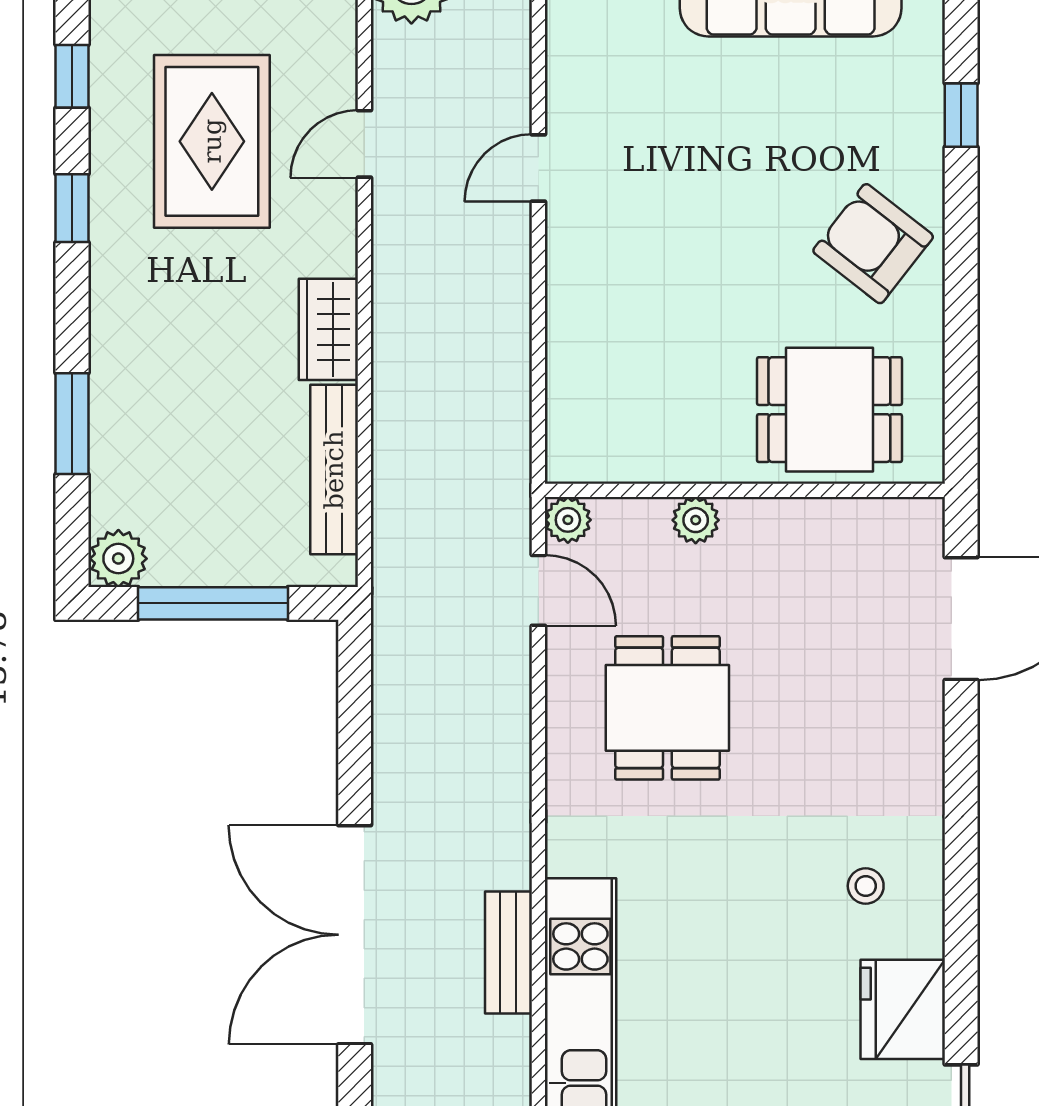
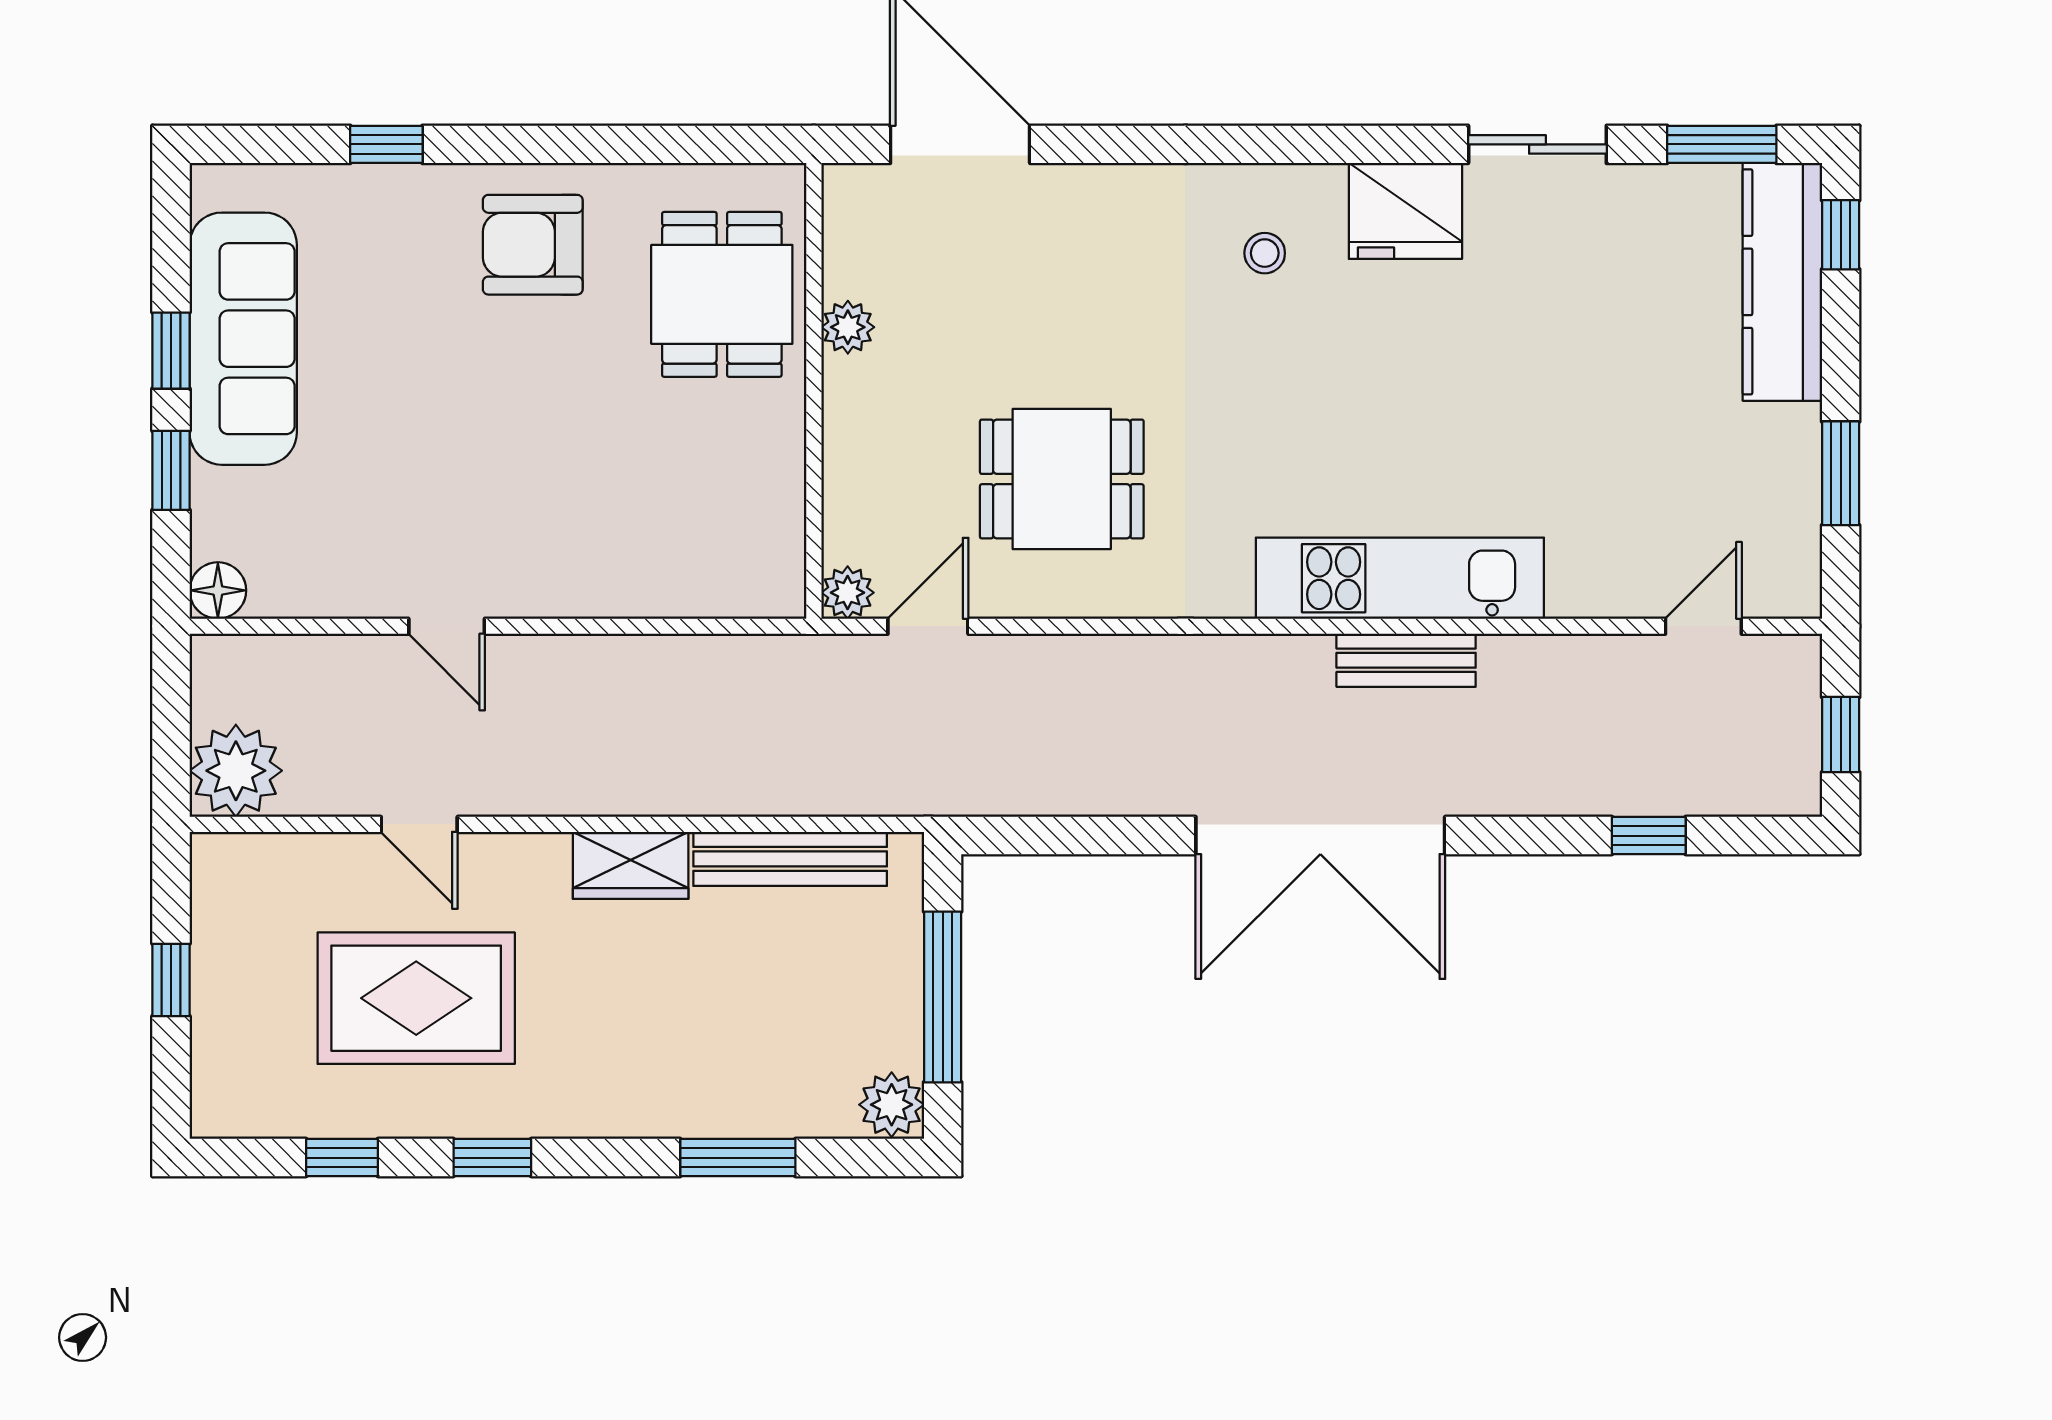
armchair: (873, 244) -> (533, 245), turned 52
plant: (696, 520) -> (848, 327), moved
bench: (508, 952) -> (1406, 660), moved

